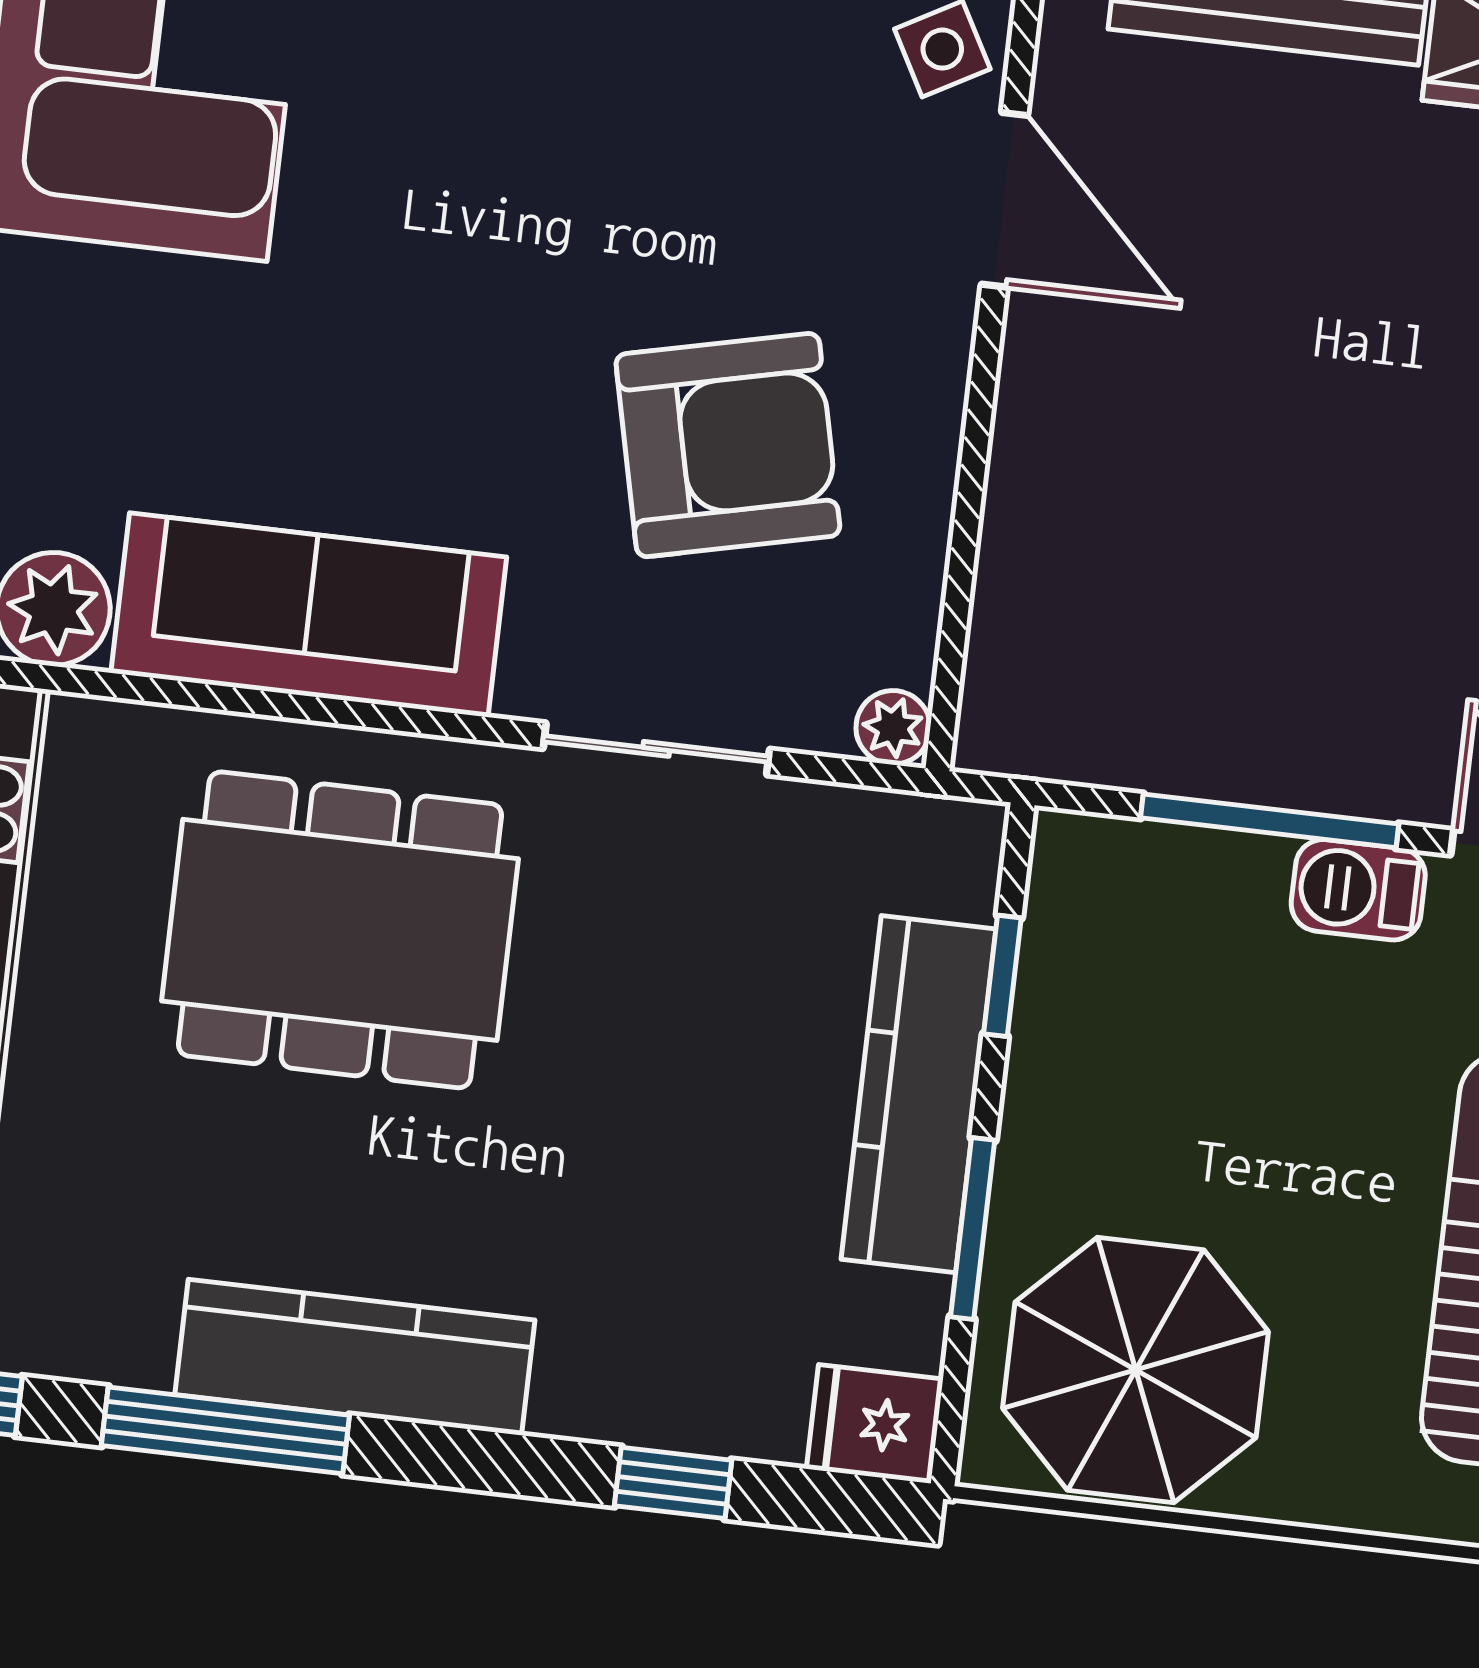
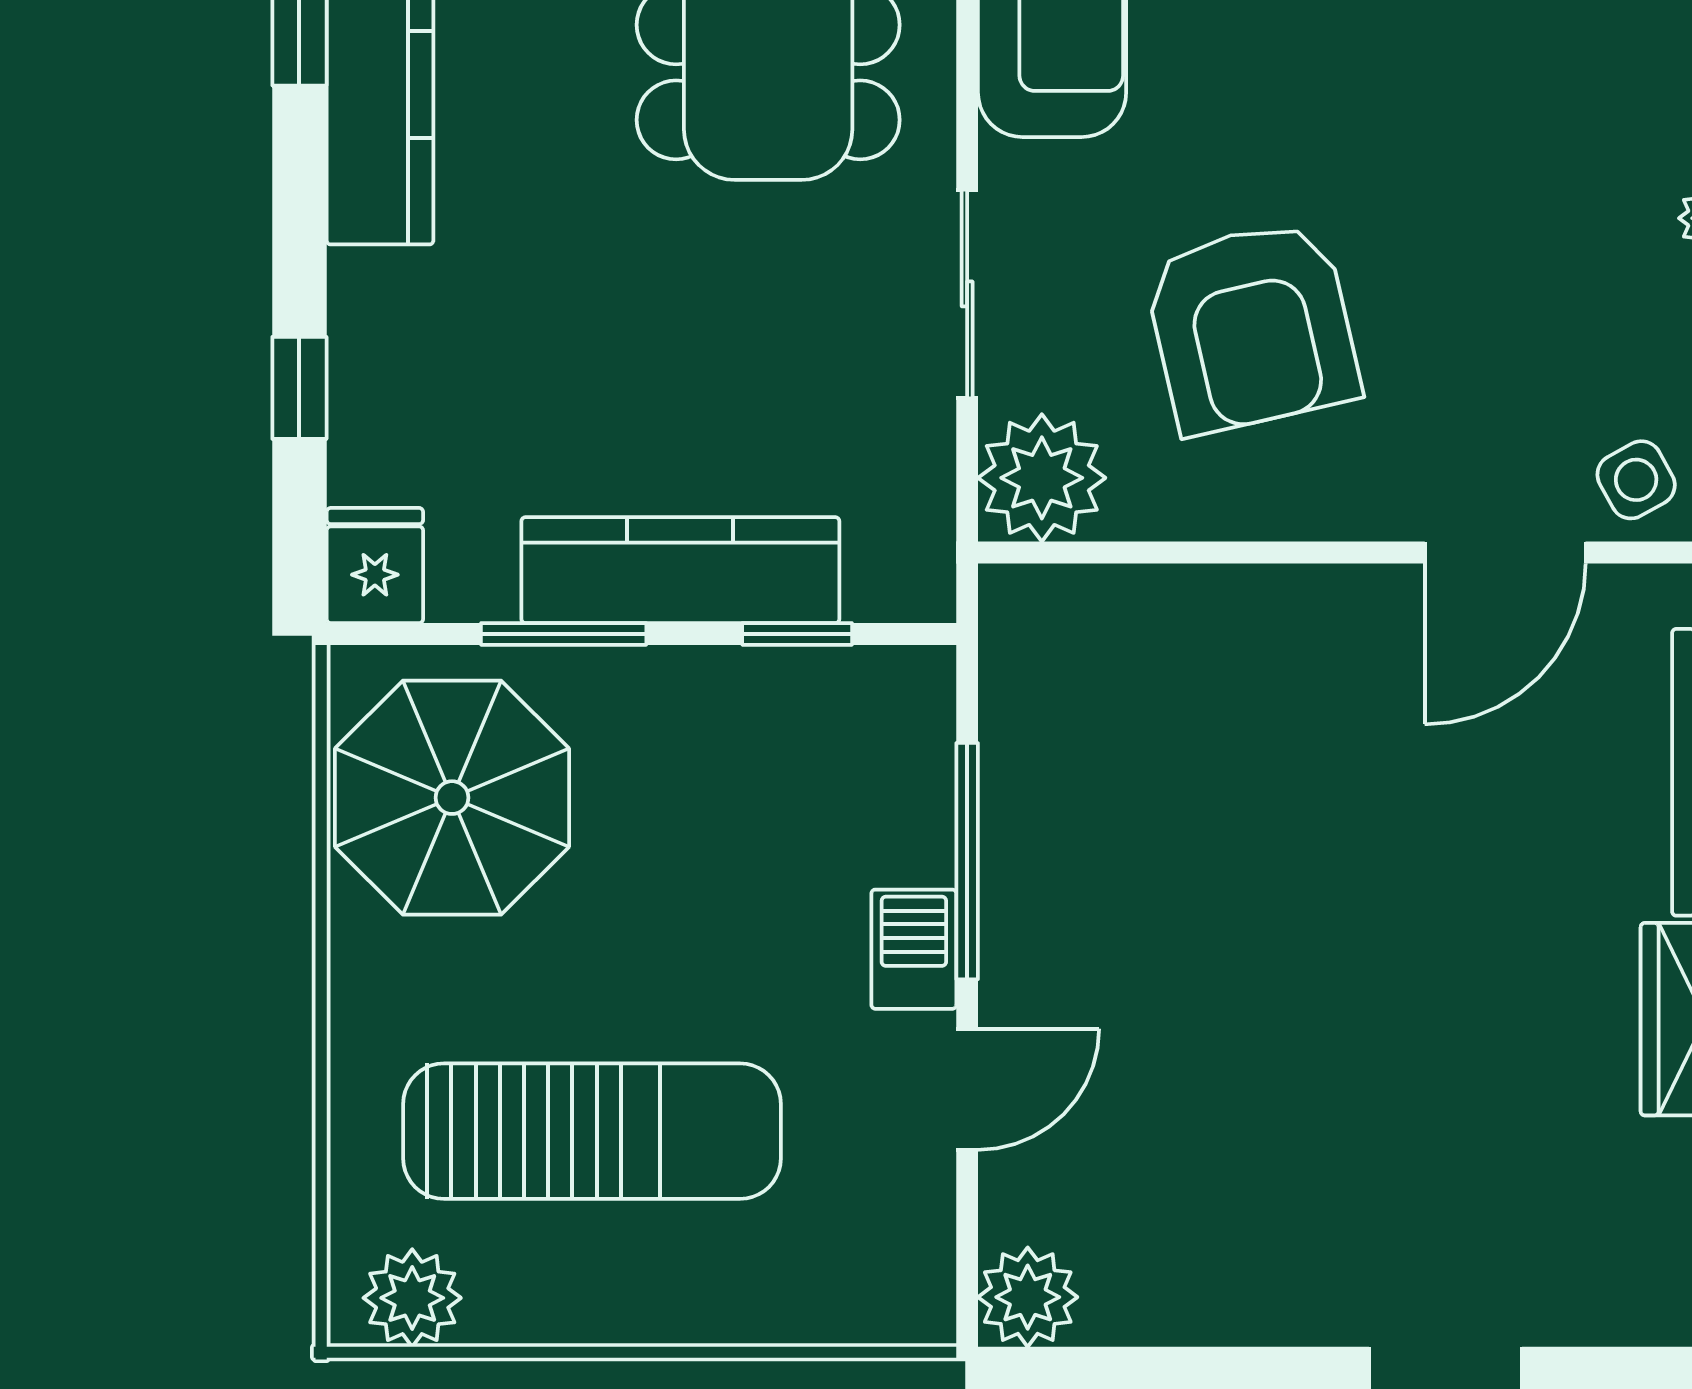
plant: (893, 727) -> (1042, 478), width x1.87, depth x1.87

